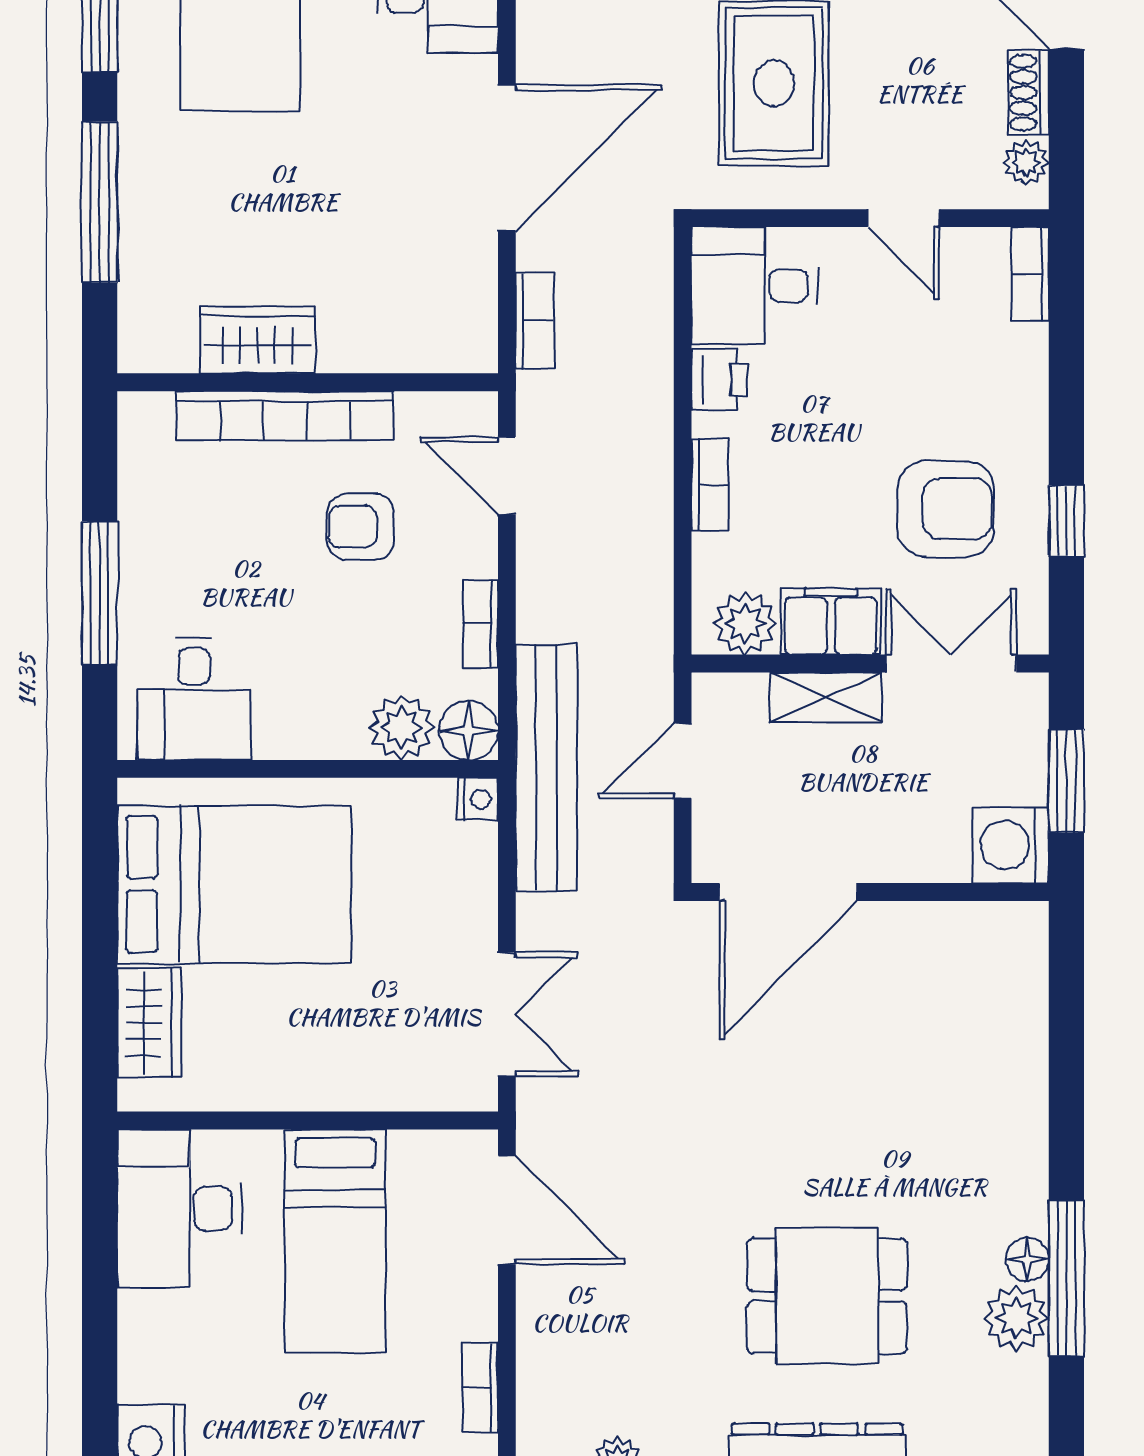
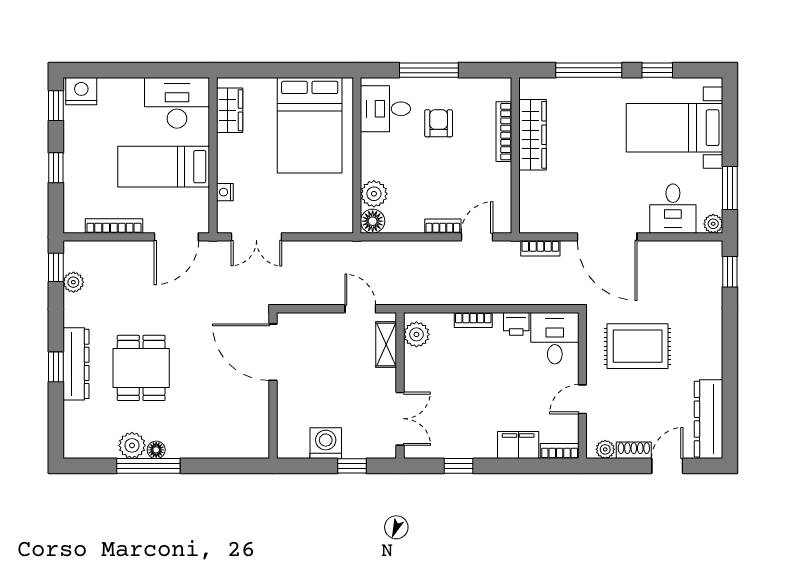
wardrobe: (258, 340) -> (532, 135), width x1.50
bookcase: (285, 416) -> (504, 132), width x0.68, depth x0.76
armchair: (946, 509) -> (463, 416), removed
armchair: (361, 527) -> (439, 123), moved
filing cabinet: (831, 621) -> (518, 445), moved, turned -90
bookcase: (480, 624) -> (443, 226), moved
shelving: (826, 697) -> (386, 344), moved
bench: (546, 768) -> (357, 253), removed
window: (1066, 781) -> (352, 466), width x0.67
nightstand: (478, 799) -> (225, 192), moved, turned 90
door: (789, 892) -> (273, 352), moved
wall: (870, 892) -> (273, 386), moved
wardrobe: (149, 1023) -> (230, 110), moved, turned -90
bookcase: (480, 1388) -> (114, 226), width x1.56

